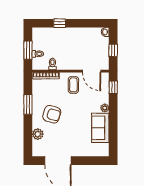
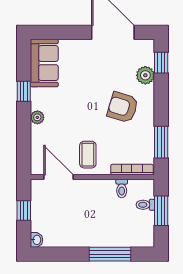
window: (60, 23) -> (110, 254), width x2.17
window: (113, 87) -> (24, 91), moved
window: (28, 104) -> (161, 142), moved
sofa: (100, 128) -> (44, 63), moved
window: (28, 142) -> (161, 63), added

